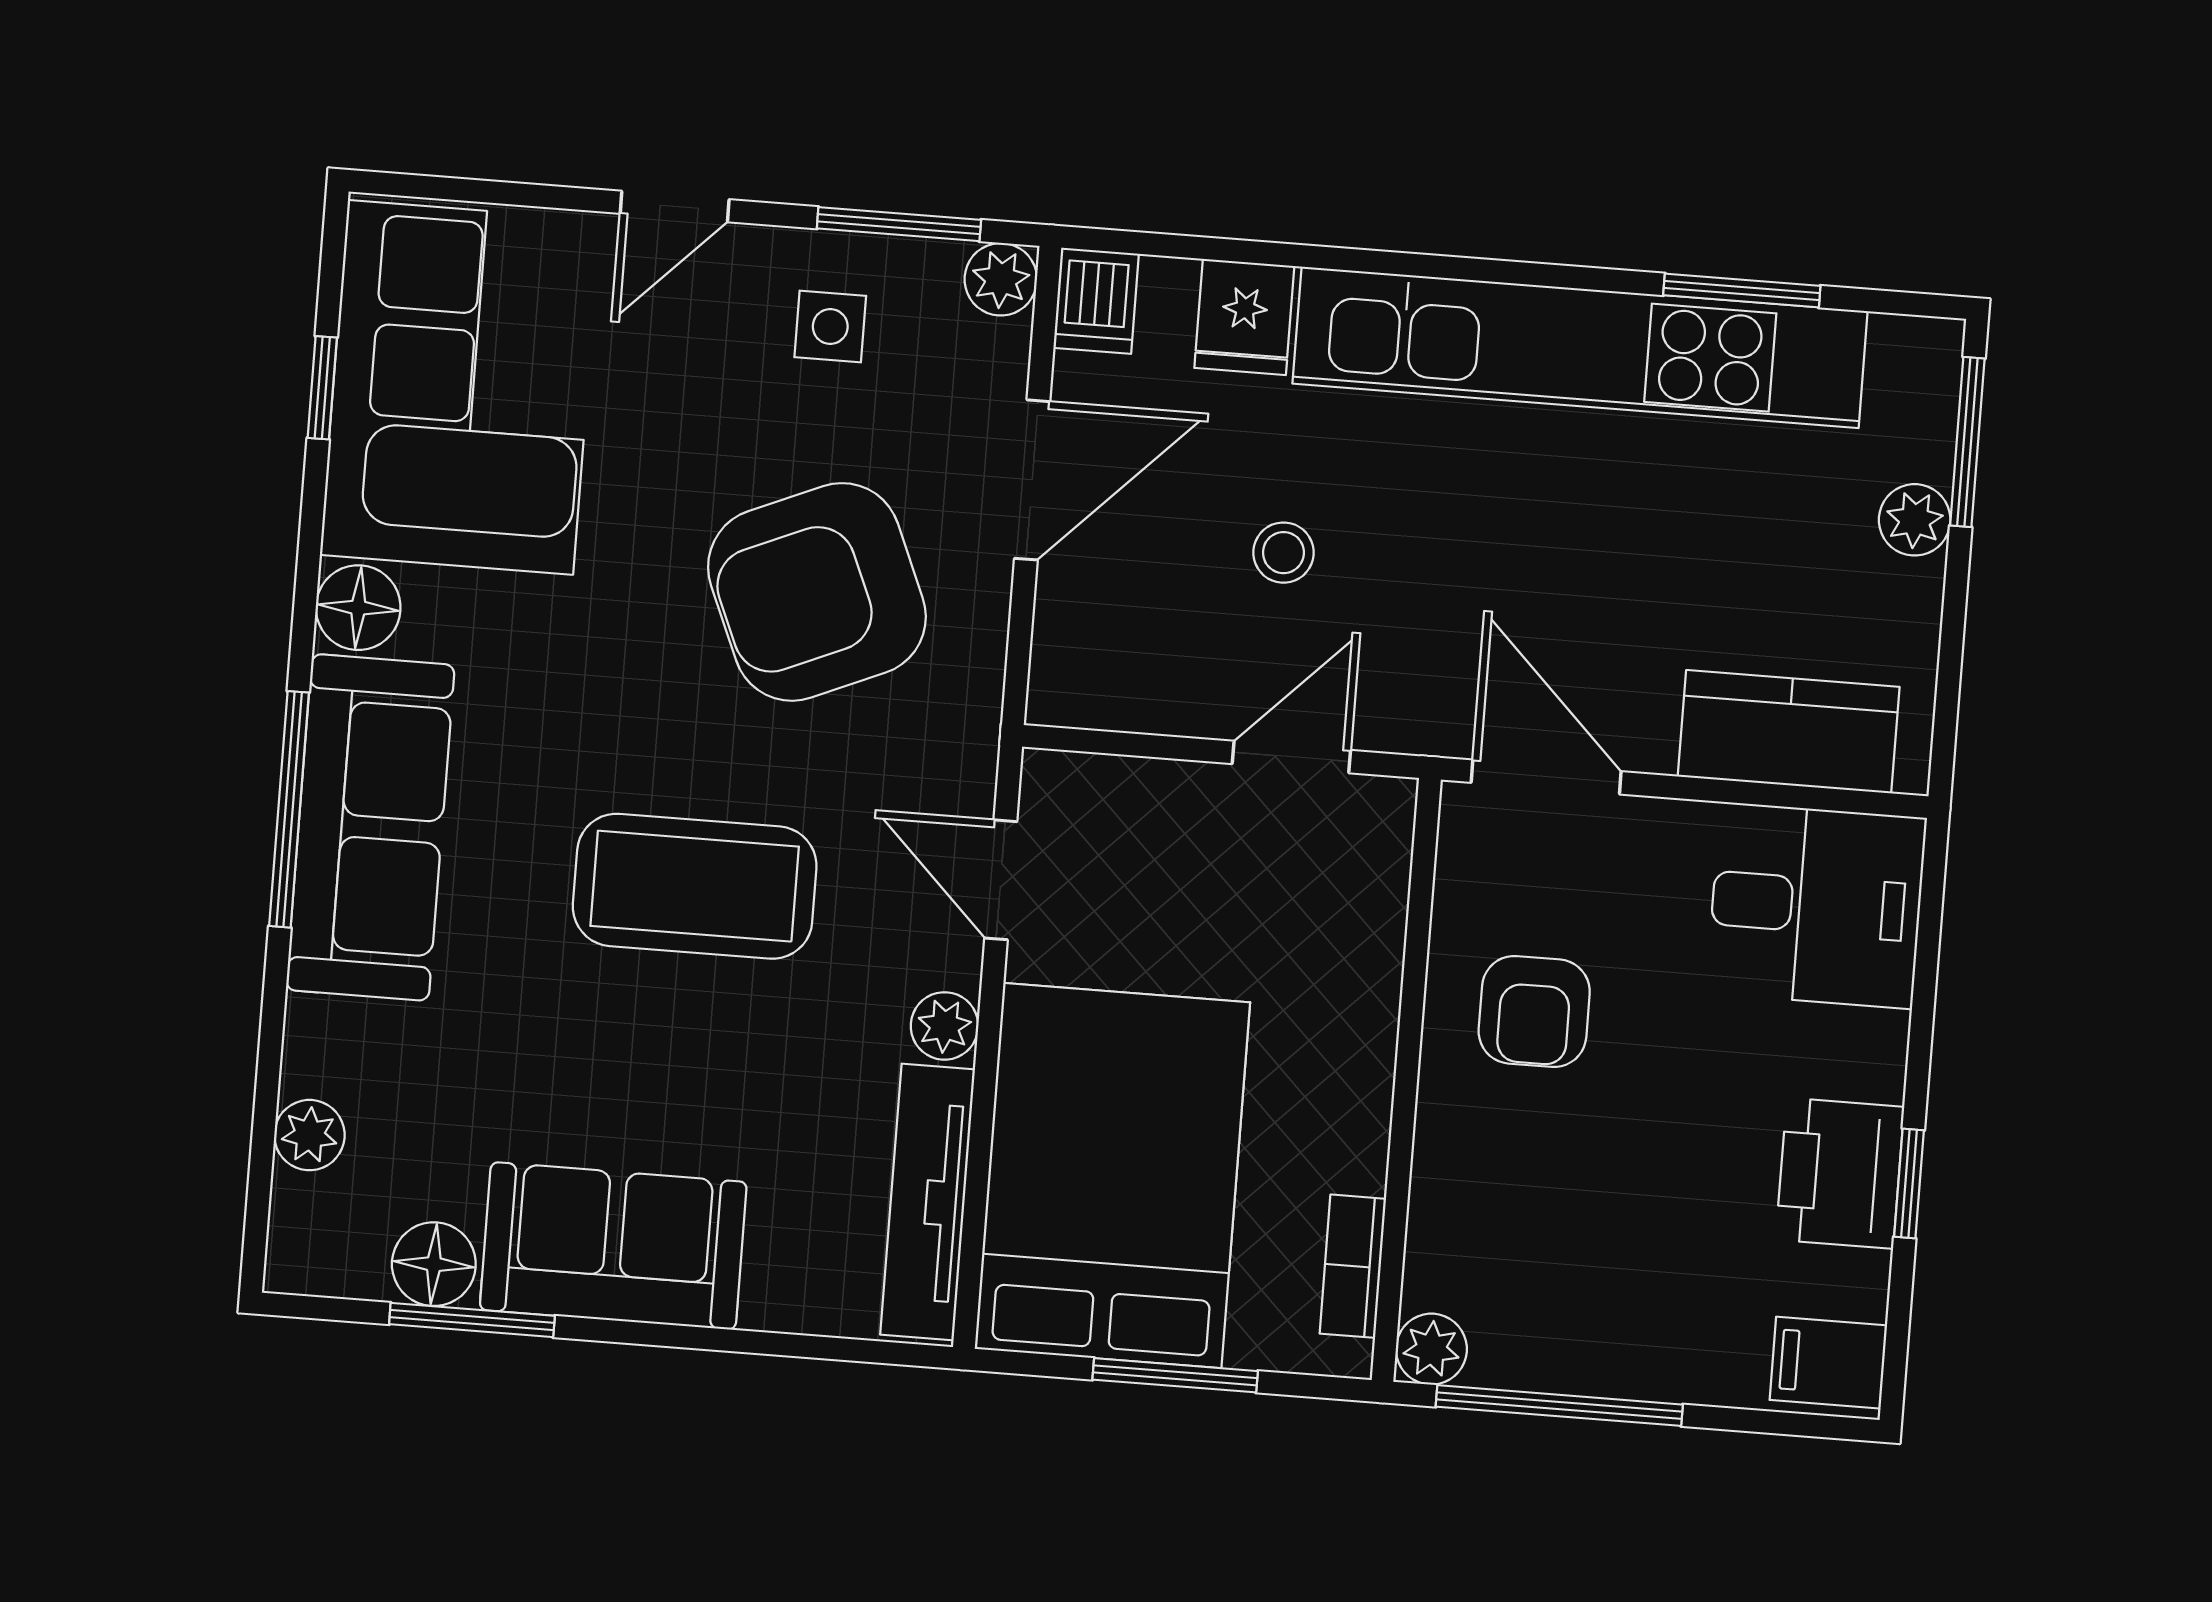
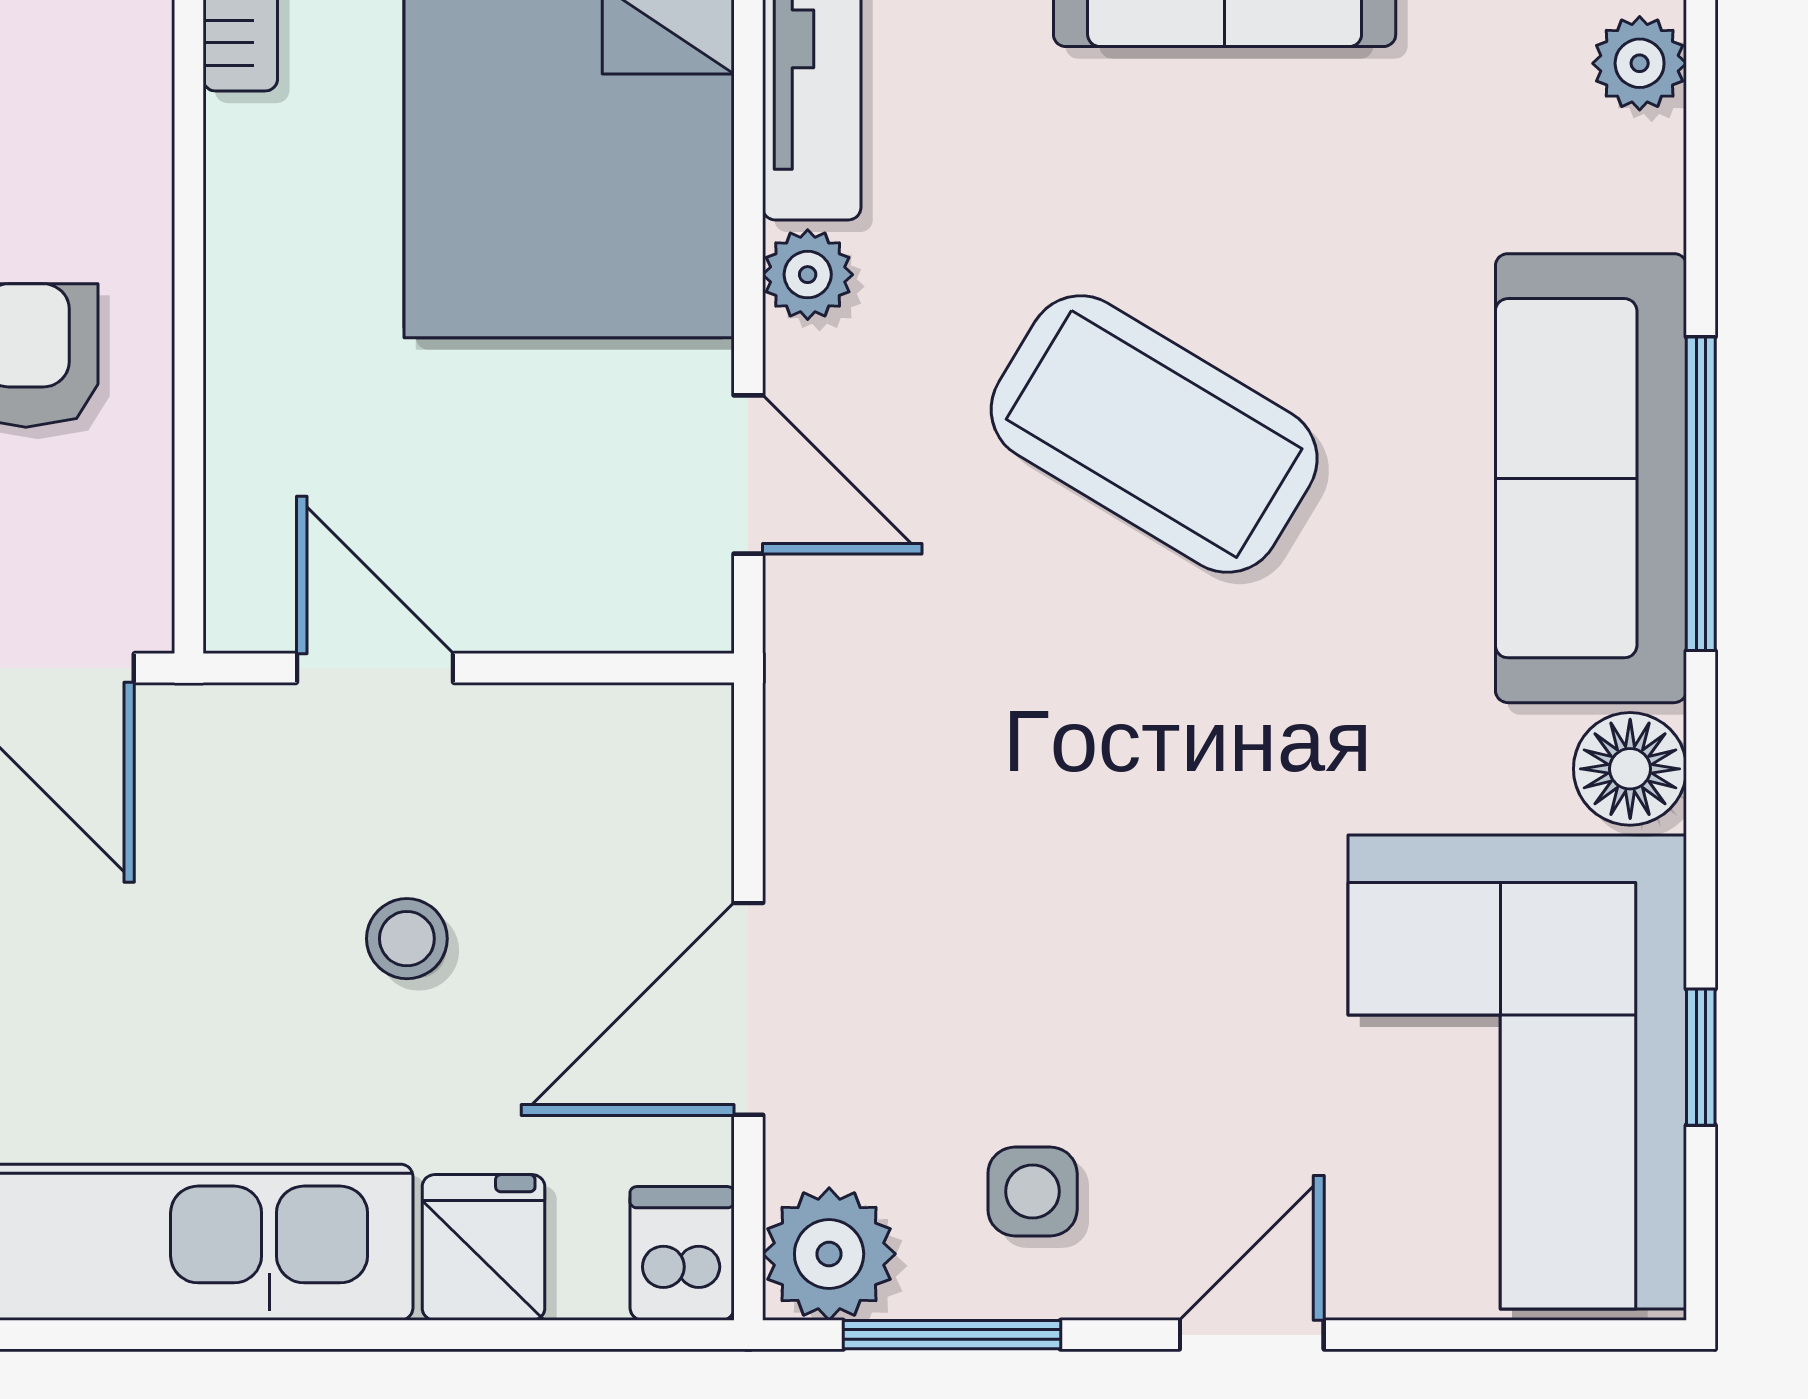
plant: (1001, 279) -> (829, 1254), width x1.38, depth x1.38
armchair: (817, 592) -> (1022, 838), removed
door: (1291, 757) -> (375, 668), swing flipped
coffee table: (695, 886) -> (1154, 434), turned 31

